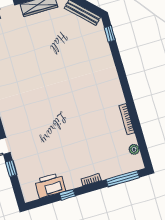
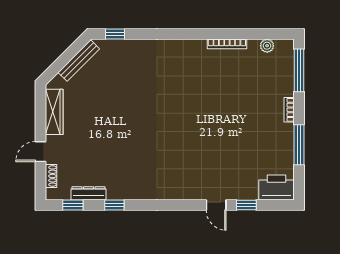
printer: (50, 185) -> (276, 187), moved, turned 90
window: (67, 195) -> (299, 145), width x2.17

